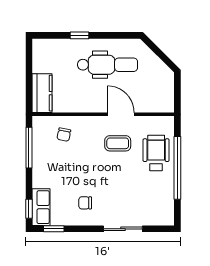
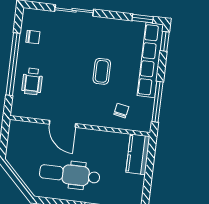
coffee table: (118, 143) -> (102, 71), moved, turned 90
wheelchair: (156, 153) -> (32, 81), width x0.73, depth x0.73
chair: (85, 203) -> (33, 37), moved
row of seats: (41, 207) -> (150, 60), width x2.02

